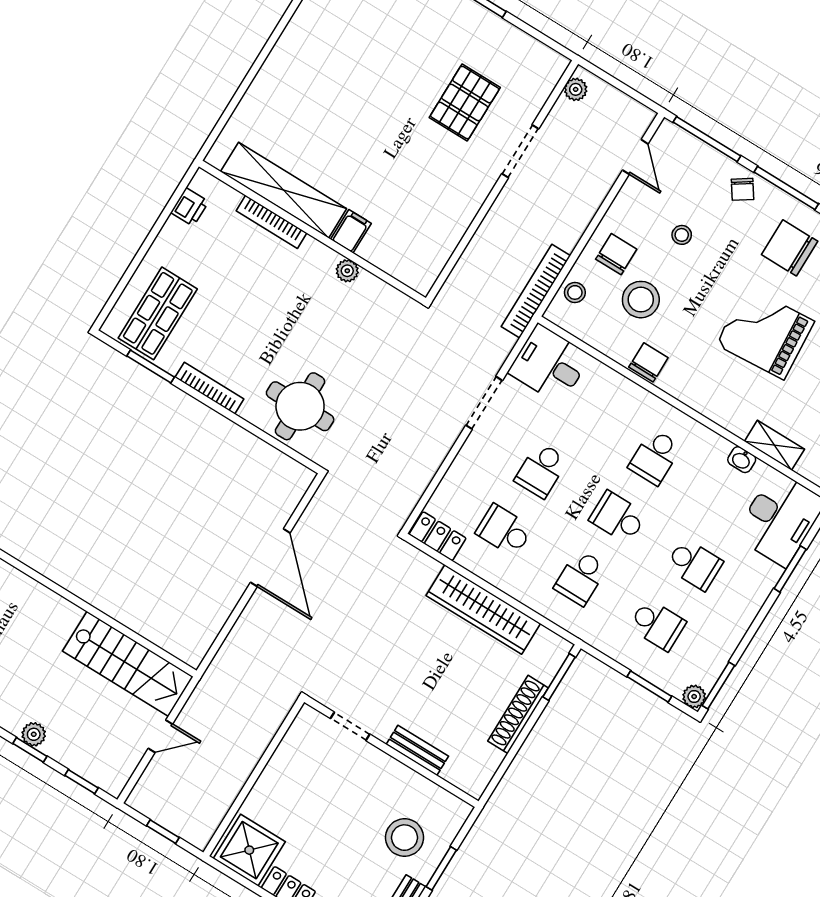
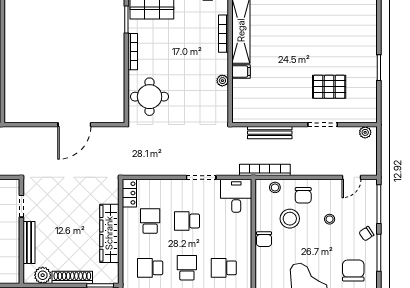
bench: (480, 246) -> (270, 133), added
chair: (616, 254) -> (303, 195), turned 90
chair: (648, 362) -> (264, 239), turned 90
bench: (417, 750) -> (29, 243), width x1.36
plant: (485, 761) -> (43, 275), added

